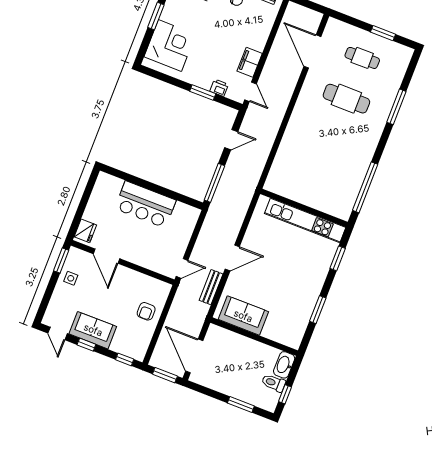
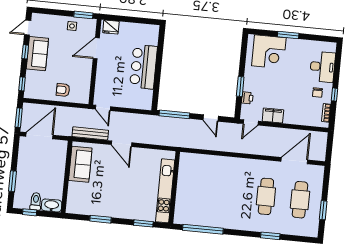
cafe table: (362, 58) -> (300, 200), width x1.37, depth x1.35
window: (396, 107) -> (270, 236), width x0.69
bench: (211, 287) -> (90, 133), width x1.36

